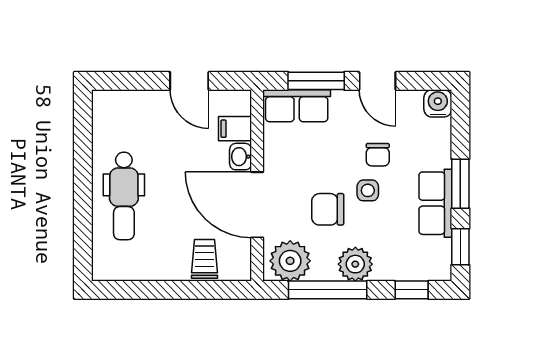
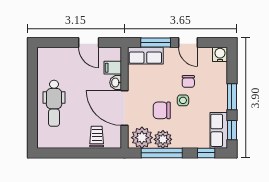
row of seats: (435, 203) -> (219, 130), moved
plant: (355, 264) -> (163, 139), moved

